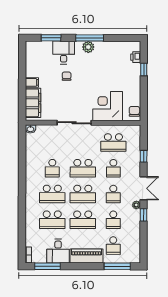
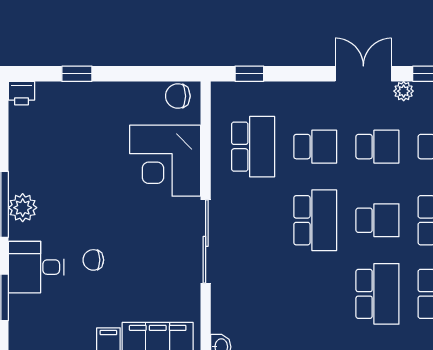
printer: (136, 57) -> (21, 93), moved
window: (144, 156) -> (249, 74), moved
school desk: (52, 168) -> (315, 294), removed
school desk: (83, 194) -> (377, 220), width x0.54

